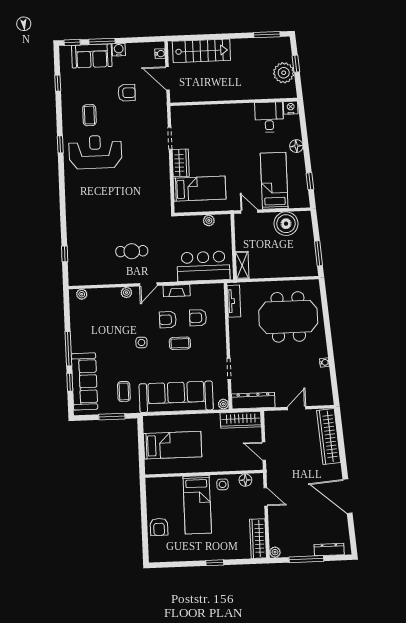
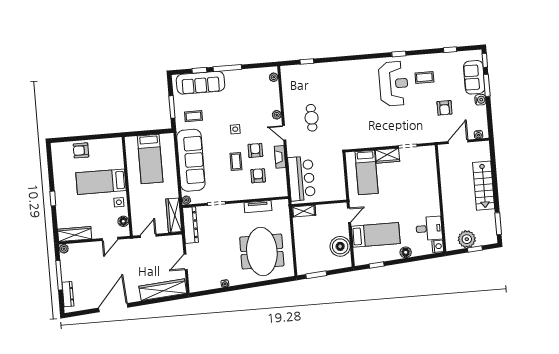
stairs: (201, 51) -> (484, 186), moved
plant: (209, 220) -> (340, 181), removed
tv unit: (234, 301) -> (258, 207), moved
door: (297, 408) -> (186, 262), swing flipped

